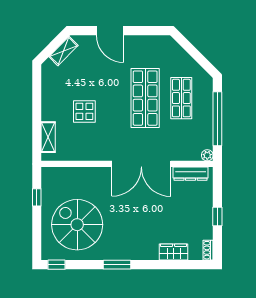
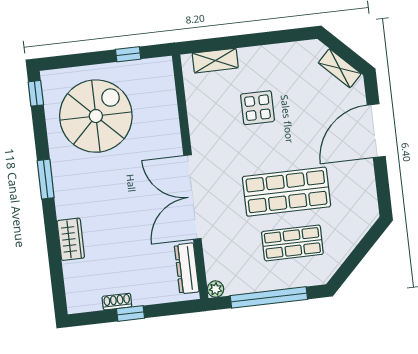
door: (110, 31) -> (376, 131), width x1.36
shoe rack: (208, 250) -> (117, 302), moved
wardrobe: (174, 252) -> (71, 239), moved

